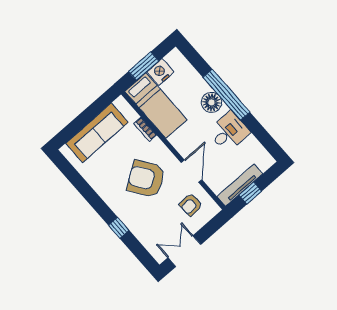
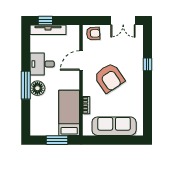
nightstand: (160, 72) -> (51, 129), removed
window: (226, 95) -> (26, 85), width x0.68
tv unit: (240, 185) -> (48, 30), moved
window: (250, 193) -> (45, 21), moved
armchair: (191, 205) -> (93, 33), moved

